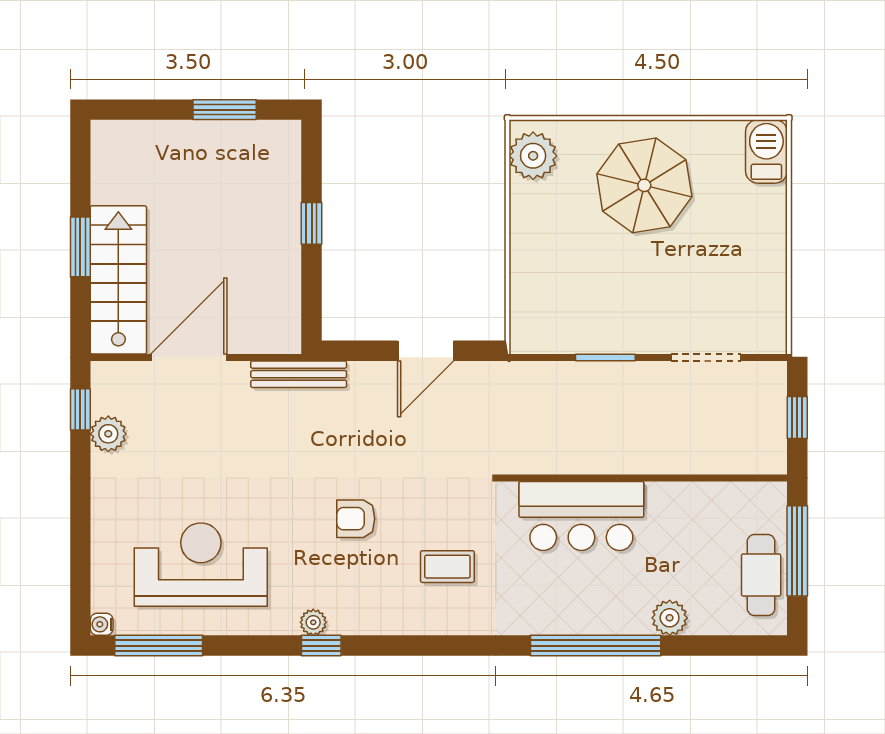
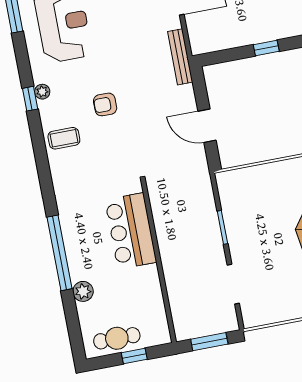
window: (797, 417) -> (209, 342), width x1.50
armchair: (356, 519) -> (105, 104), turned -90
window: (797, 551) -> (134, 356), width x0.46
coffee table: (447, 567) -> (64, 138), moved, turned 90

